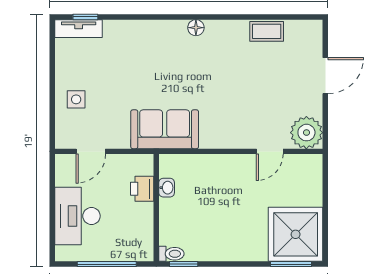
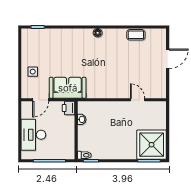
tv unit: (79, 29) -> (34, 33), removed
sofa: (165, 129) -> (68, 88), moved
plant: (306, 133) -> (157, 90), removed
door: (270, 151) -> (138, 100), swing flipped
printer: (142, 189) -> (68, 108), moved

